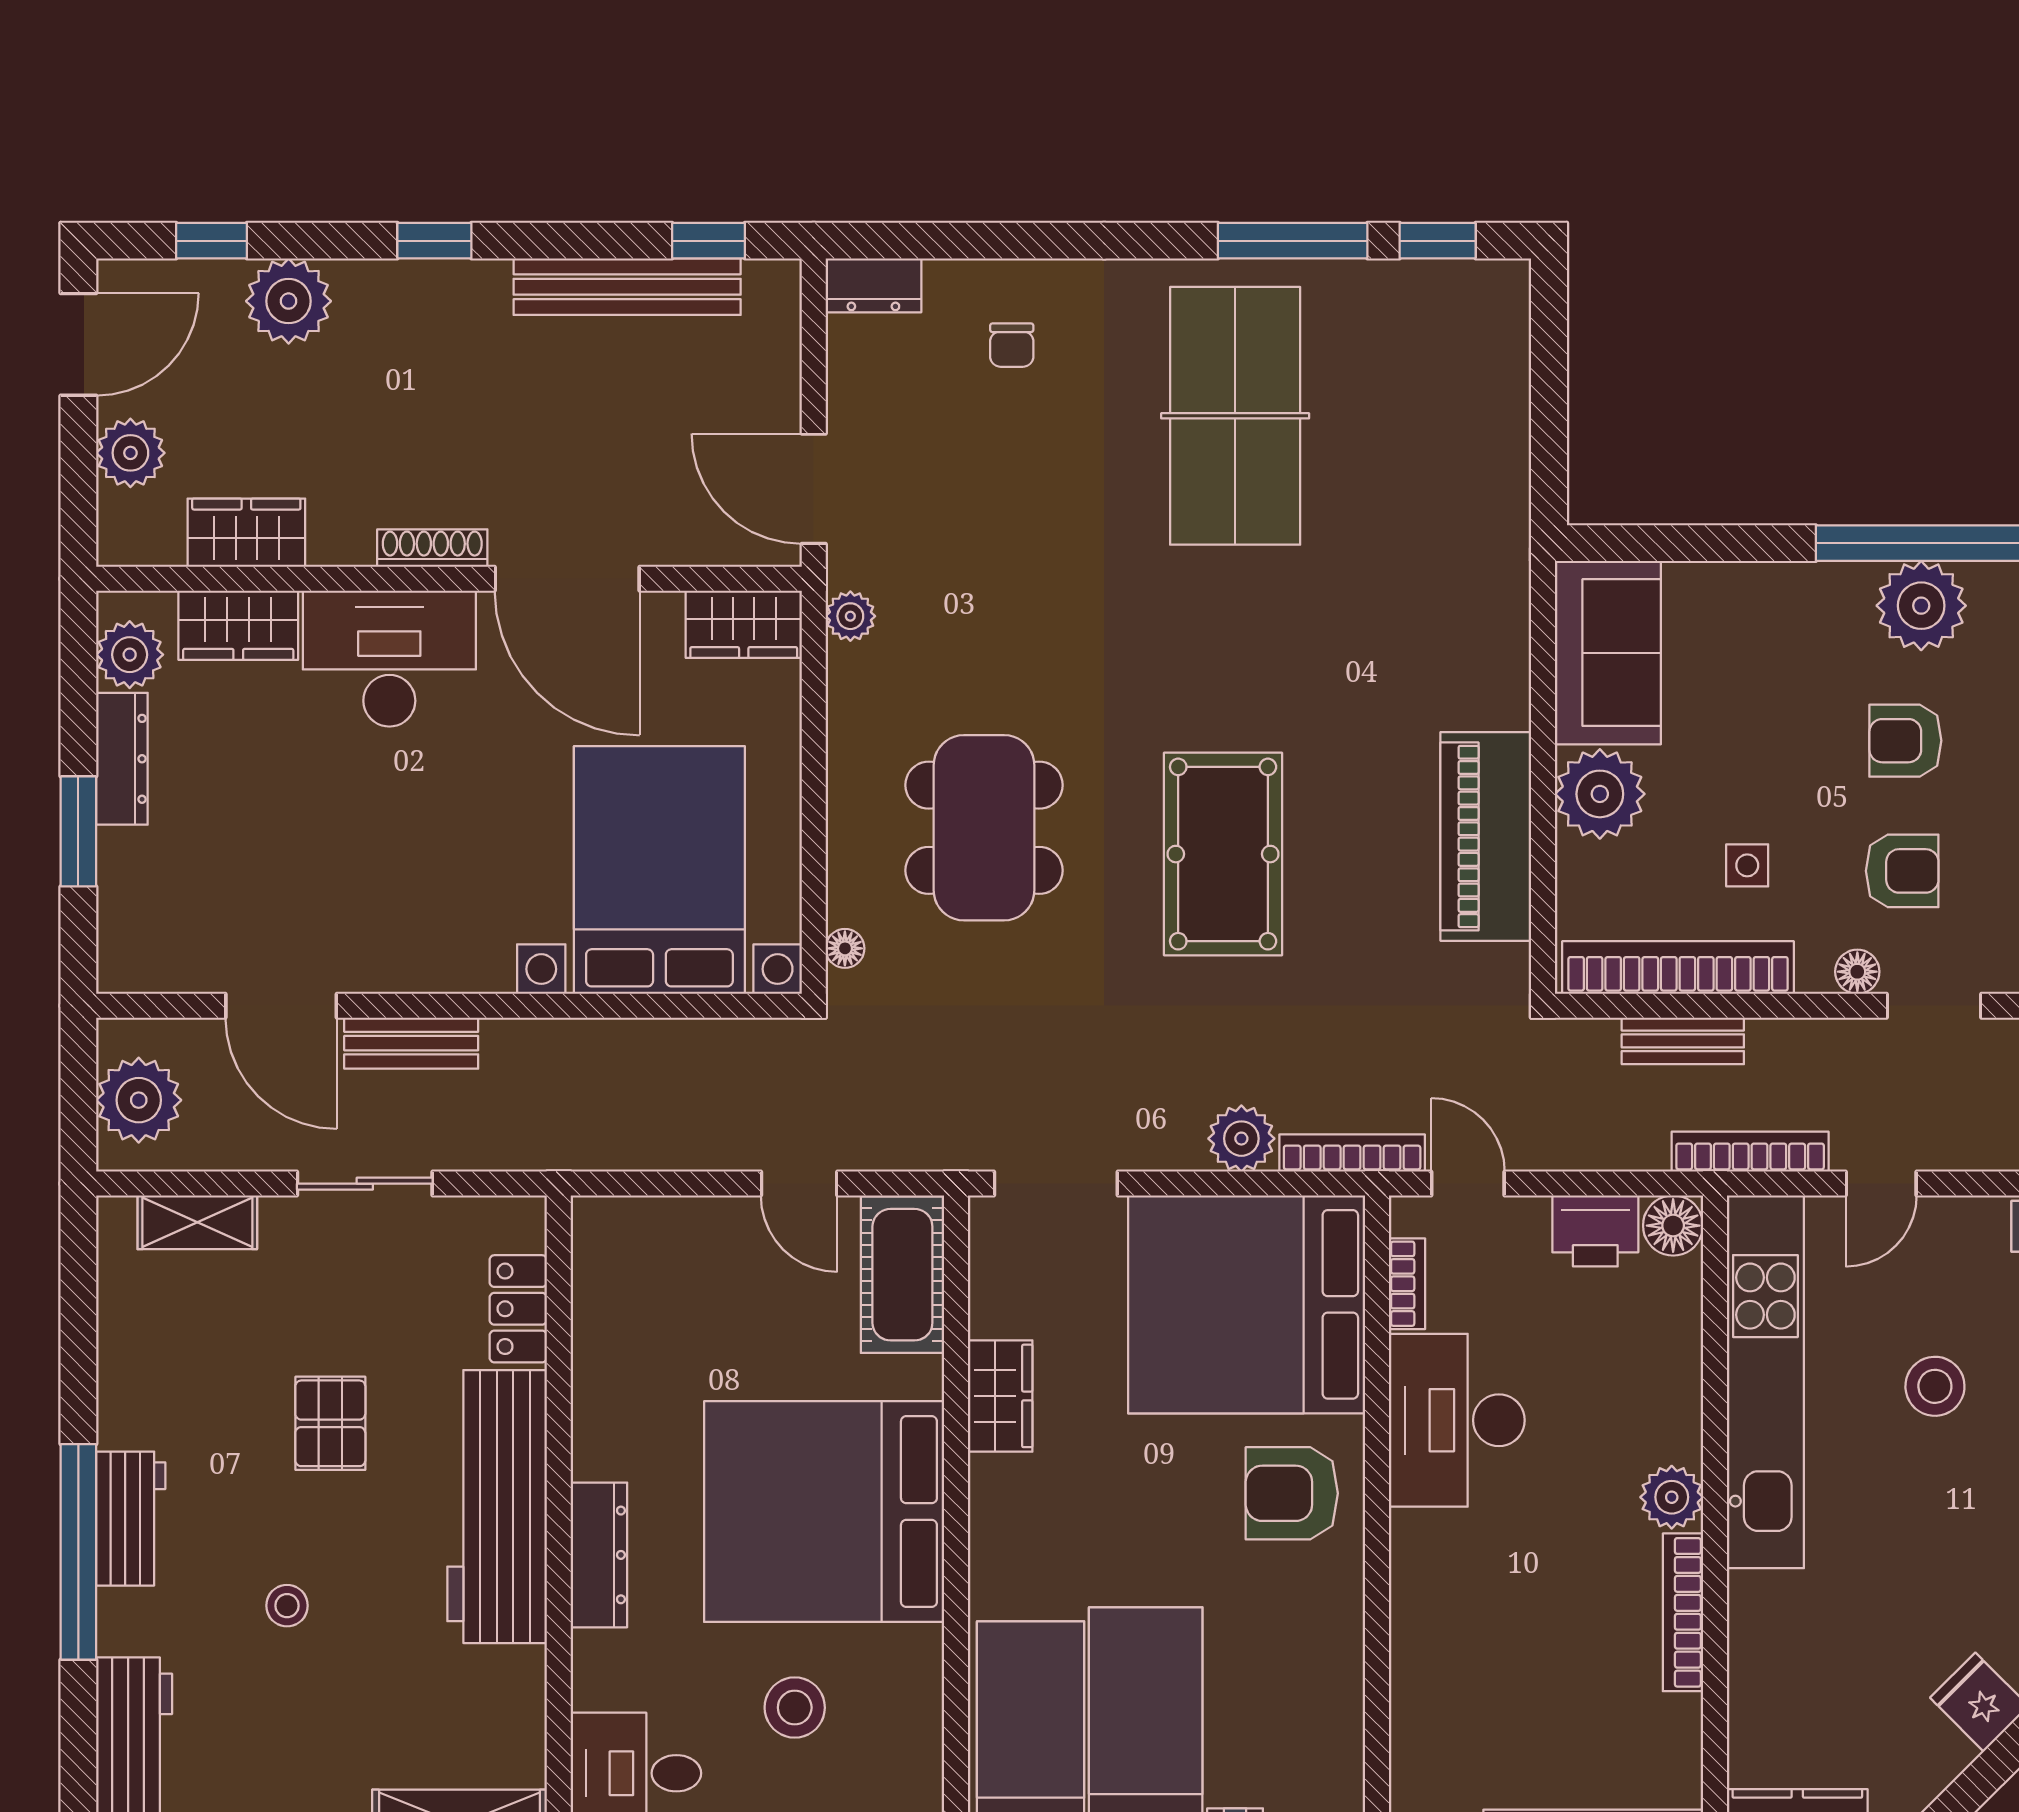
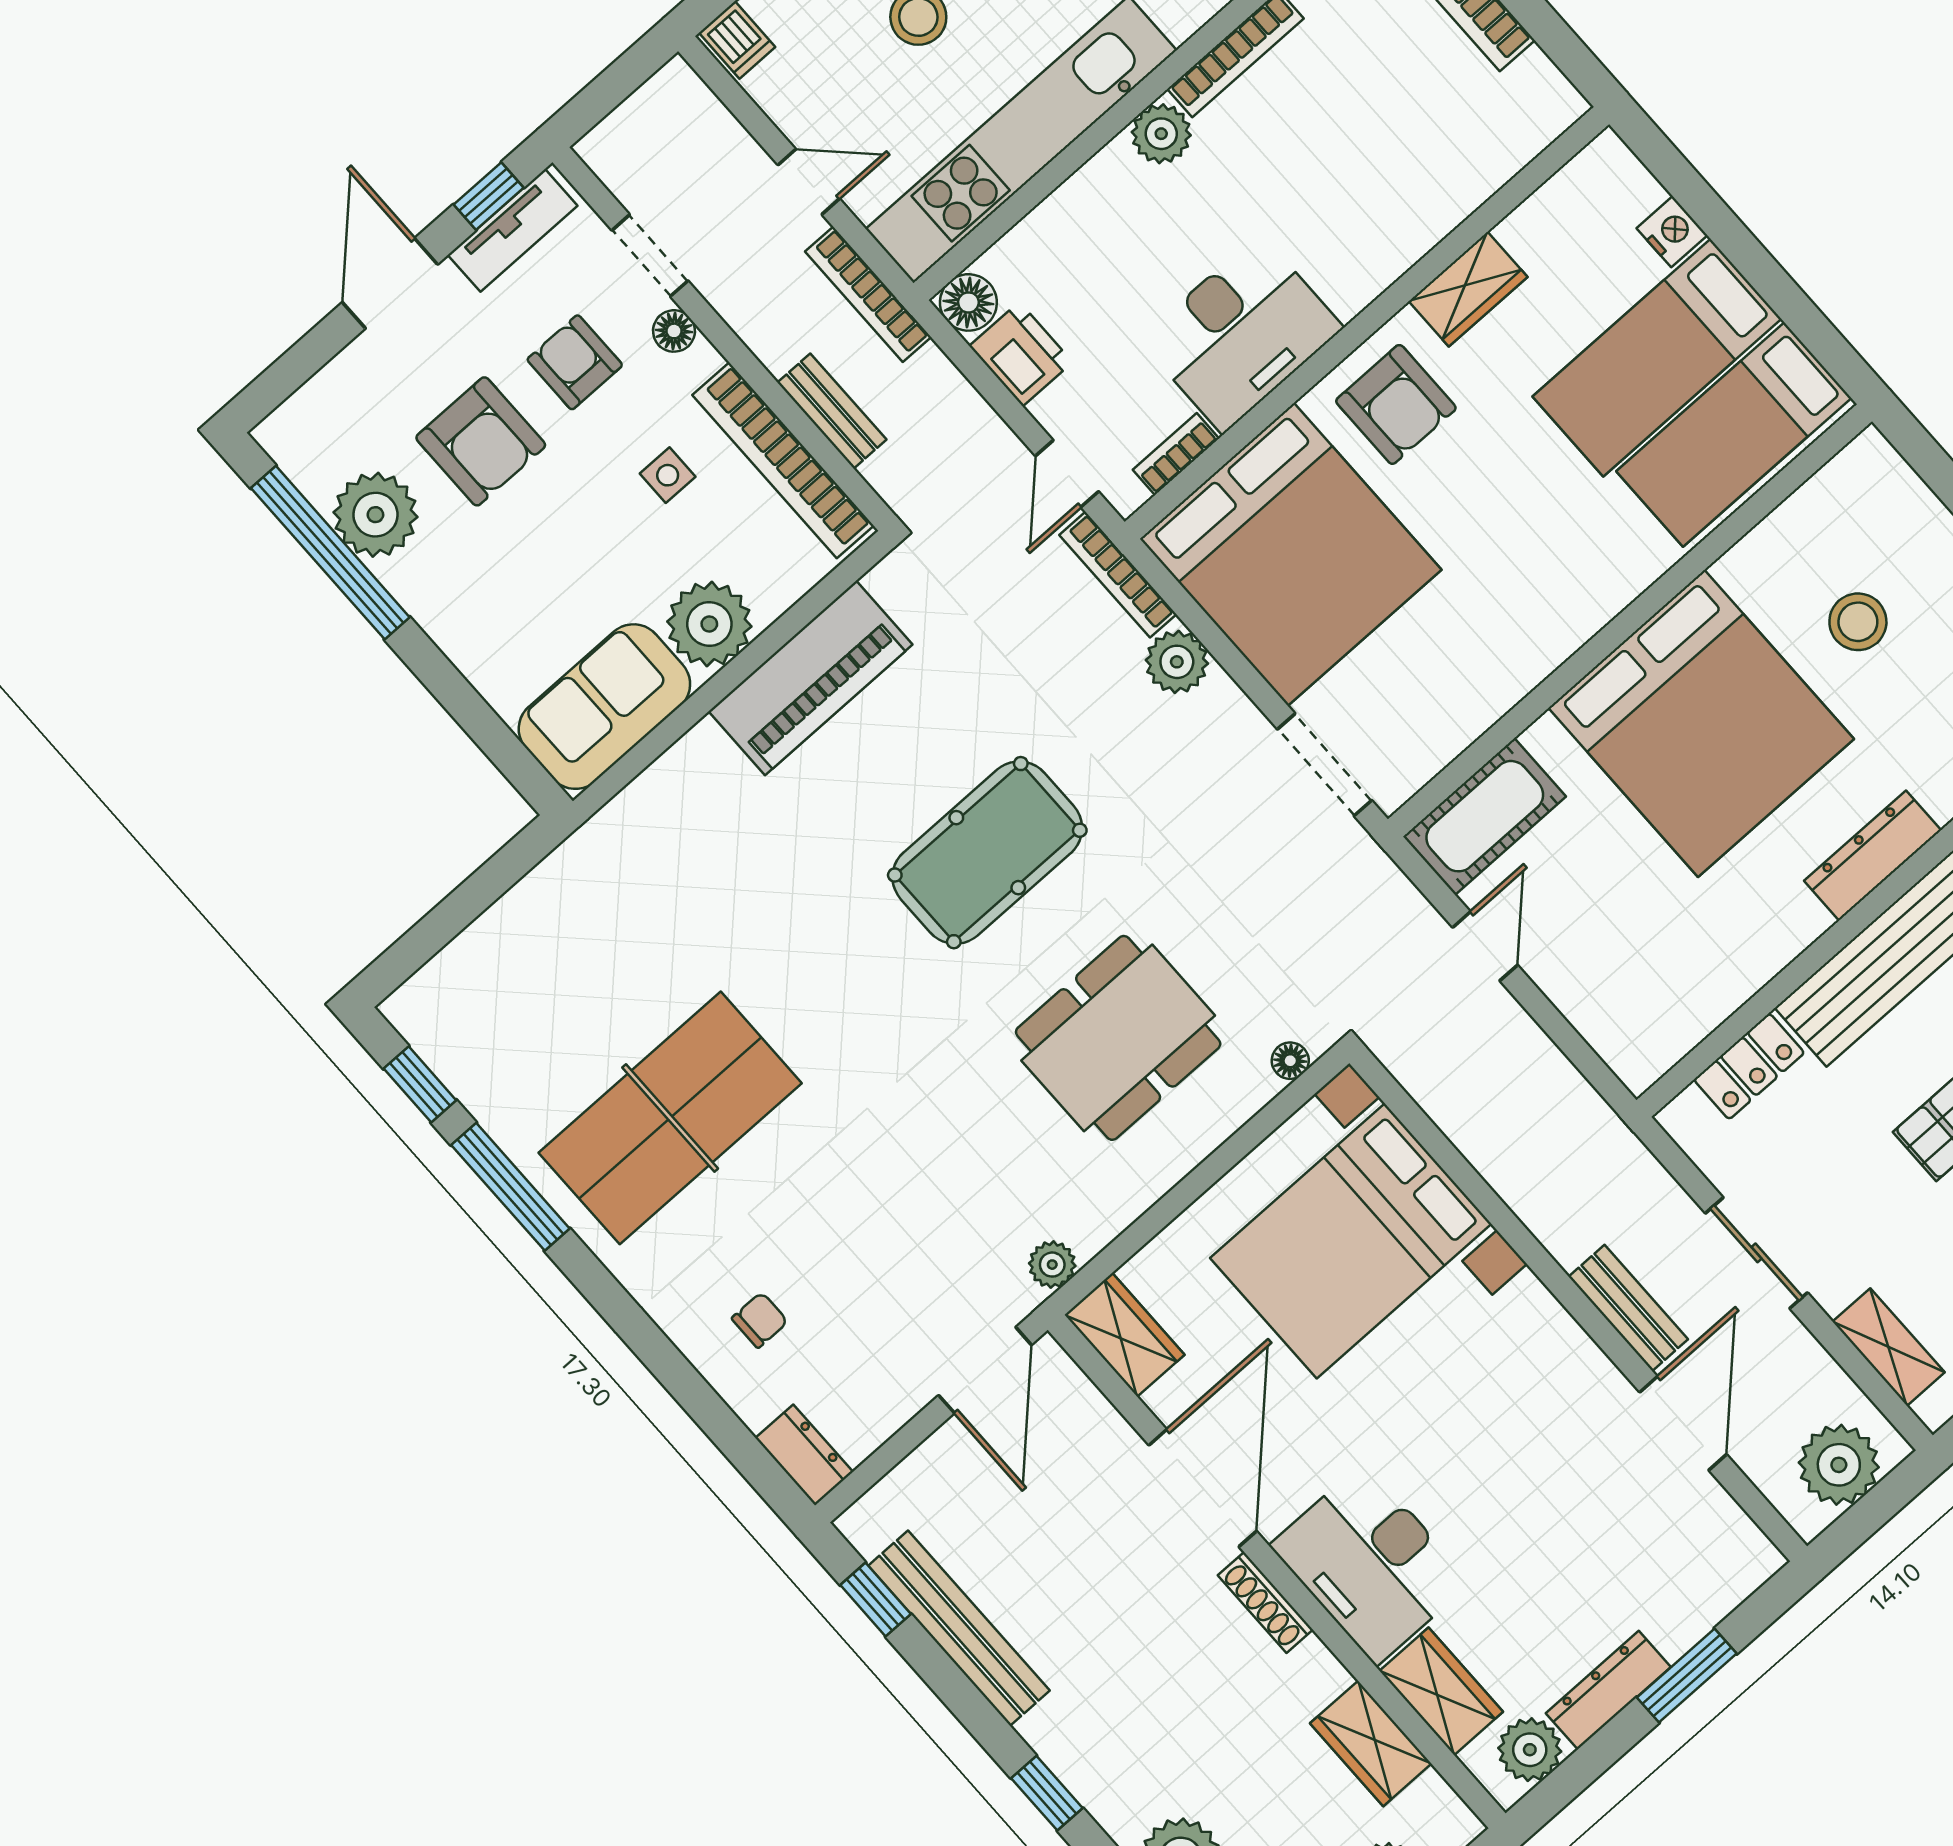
armchair: (1905, 741) -> (481, 441), width x1.38, depth x1.38
wardrobe: (1000, 1396) -> (1468, 289), moved, turned 180

